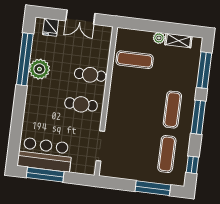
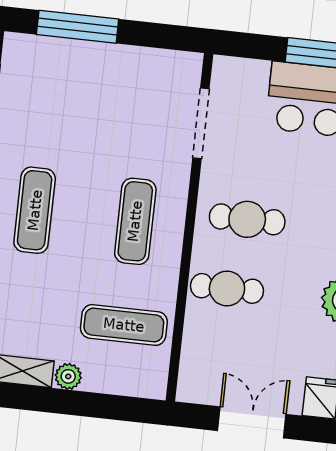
exercise mat: (167, 154) -> (135, 221), moved

